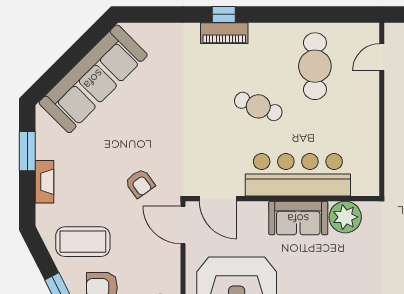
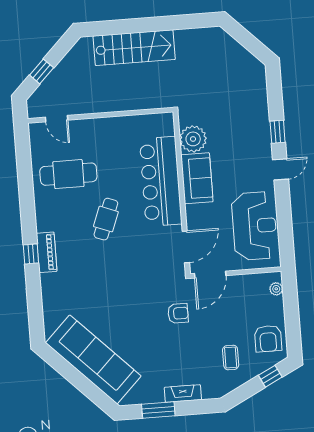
armchair: (140, 183) -> (178, 313), turned 36
coffee table: (83, 242) -> (231, 358), width x0.54, depth x0.58

